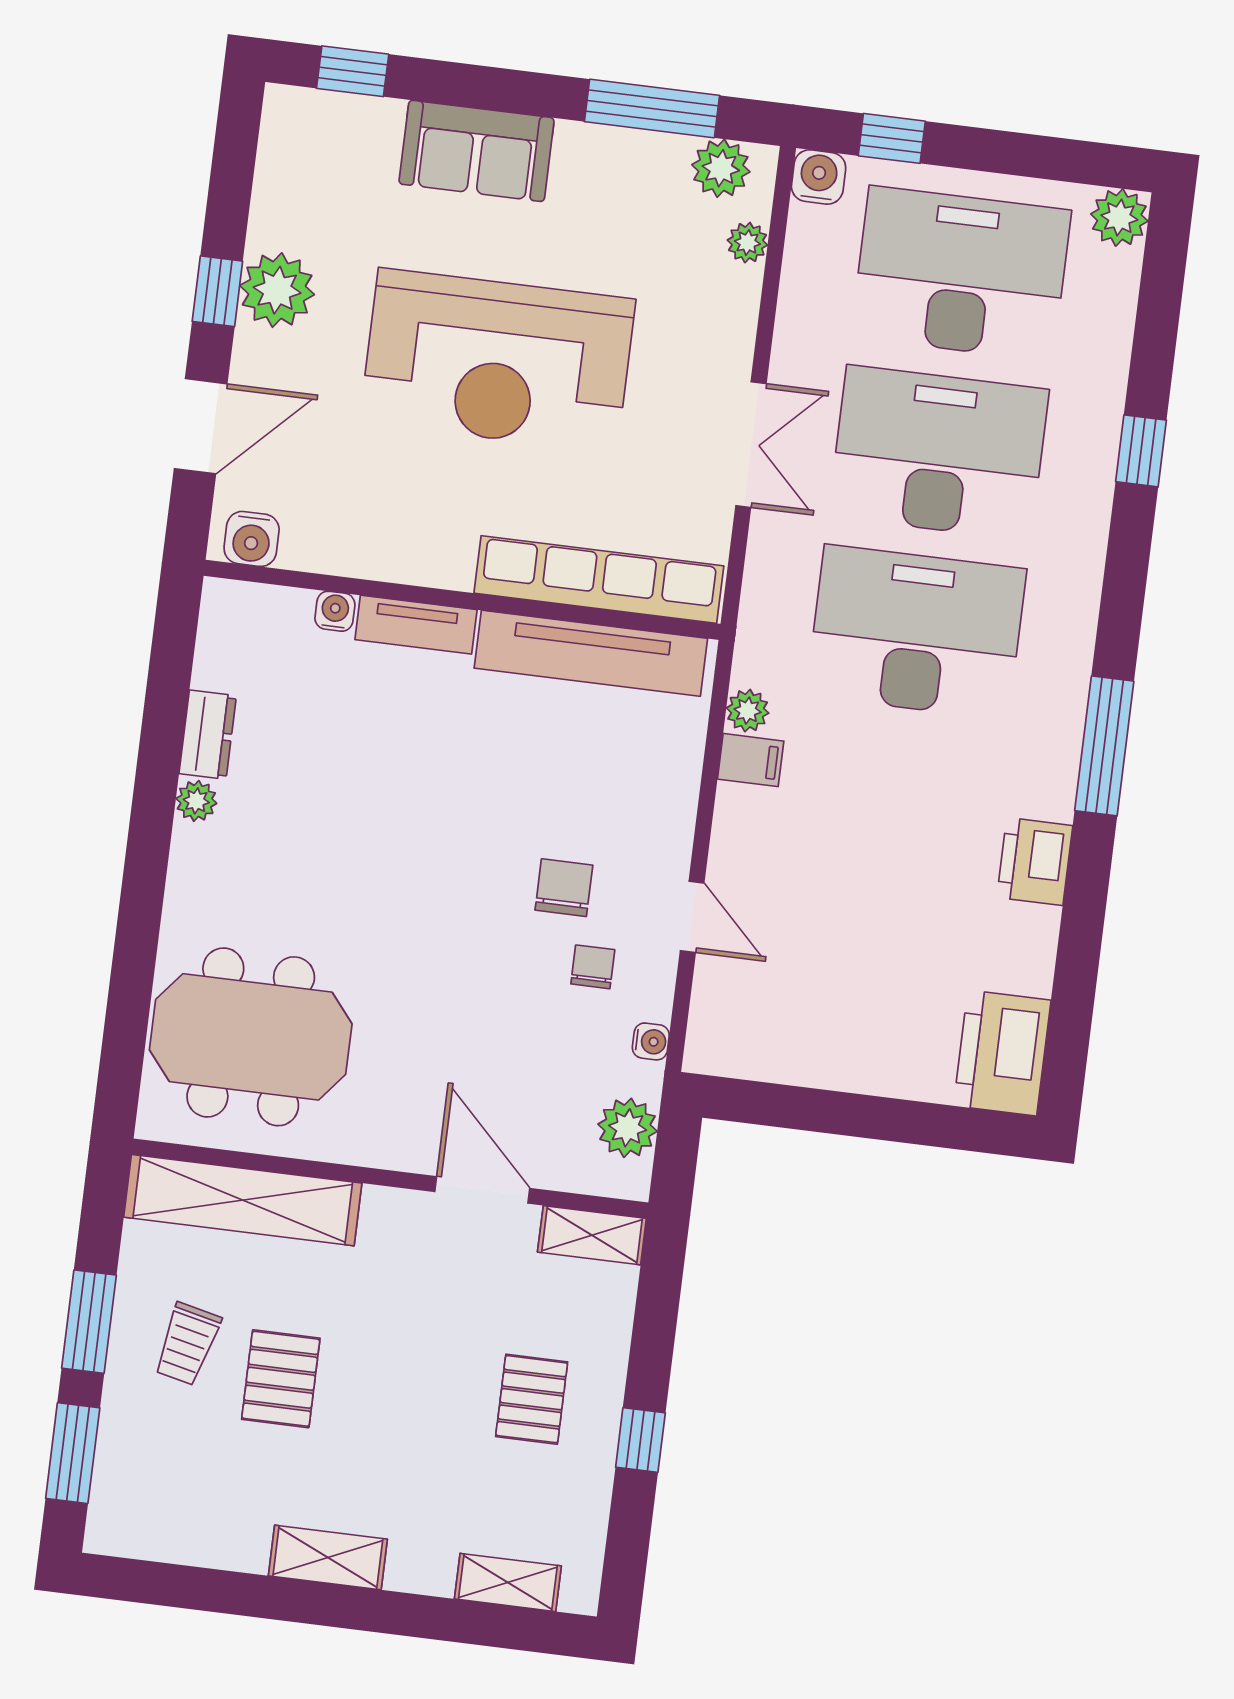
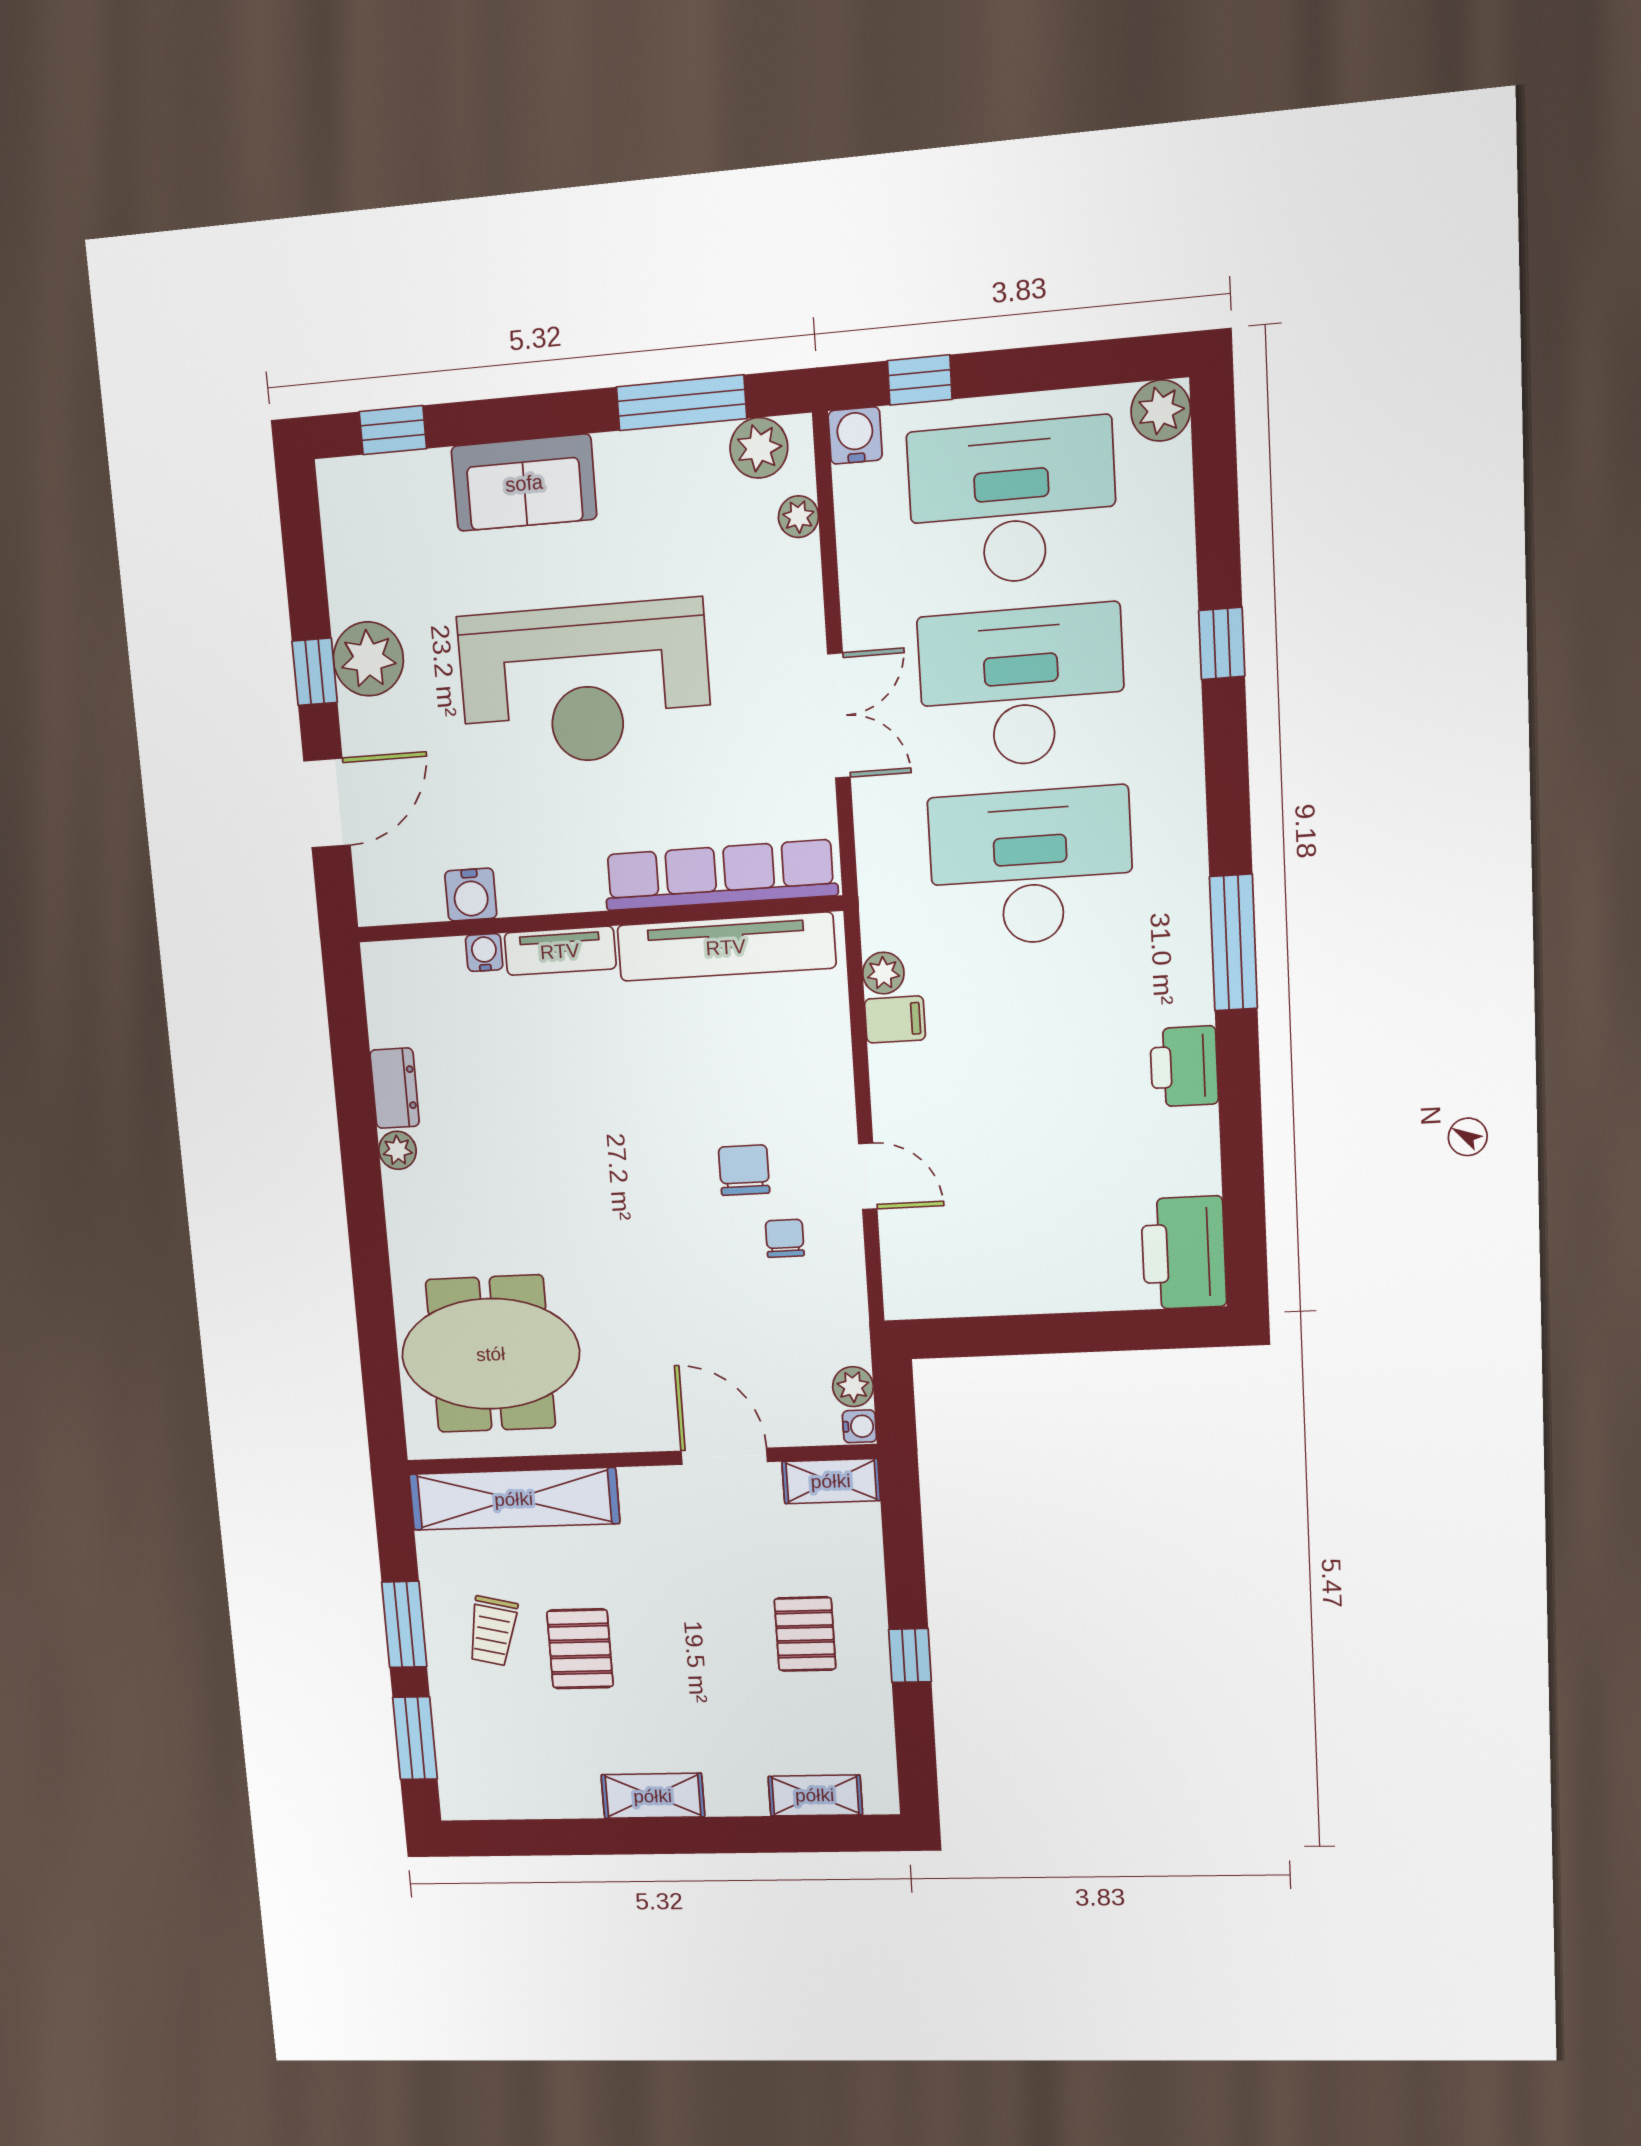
water cooler: (252, 539) -> (471, 895), moved
water cooler: (651, 1041) -> (859, 1426), moved
plant: (628, 1128) -> (853, 1387), width x0.73, depth x0.73

